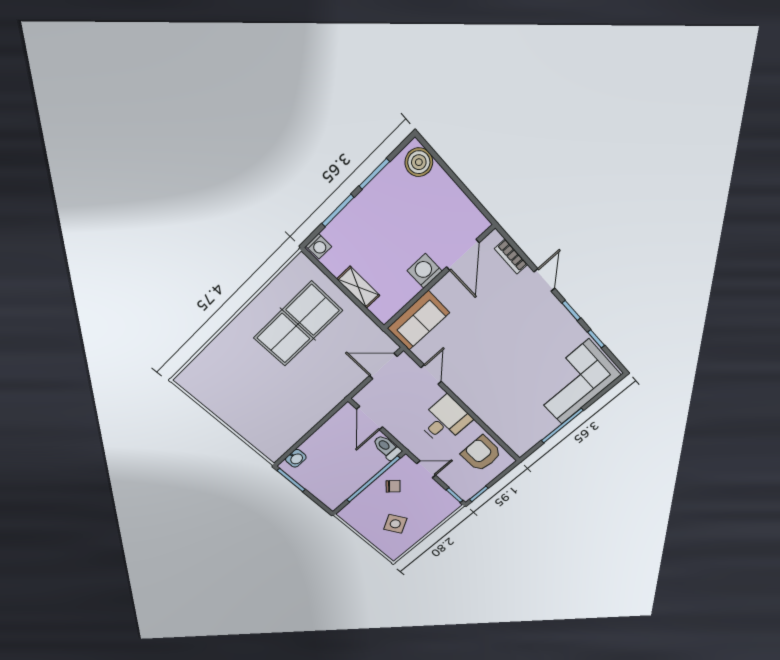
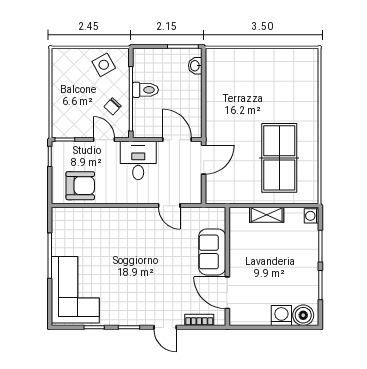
washing machine: (425, 271) -> (281, 316), moved, turned -90
sofa: (418, 320) -> (212, 252), moved
door: (383, 366) -> (204, 160), moved
desk: (445, 420) -> (138, 161), moved, turned 180
toilet: (387, 447) -> (145, 90), moved
door: (426, 469) -> (104, 140), swing flipped
side table: (395, 524) -> (104, 65), moved

